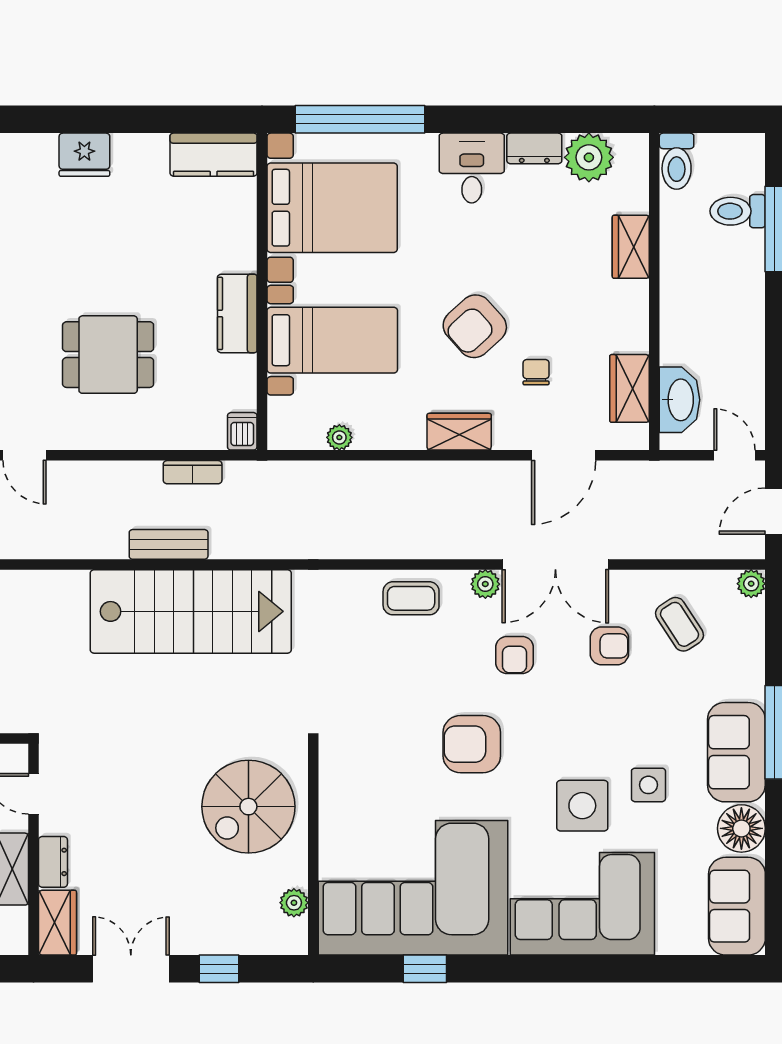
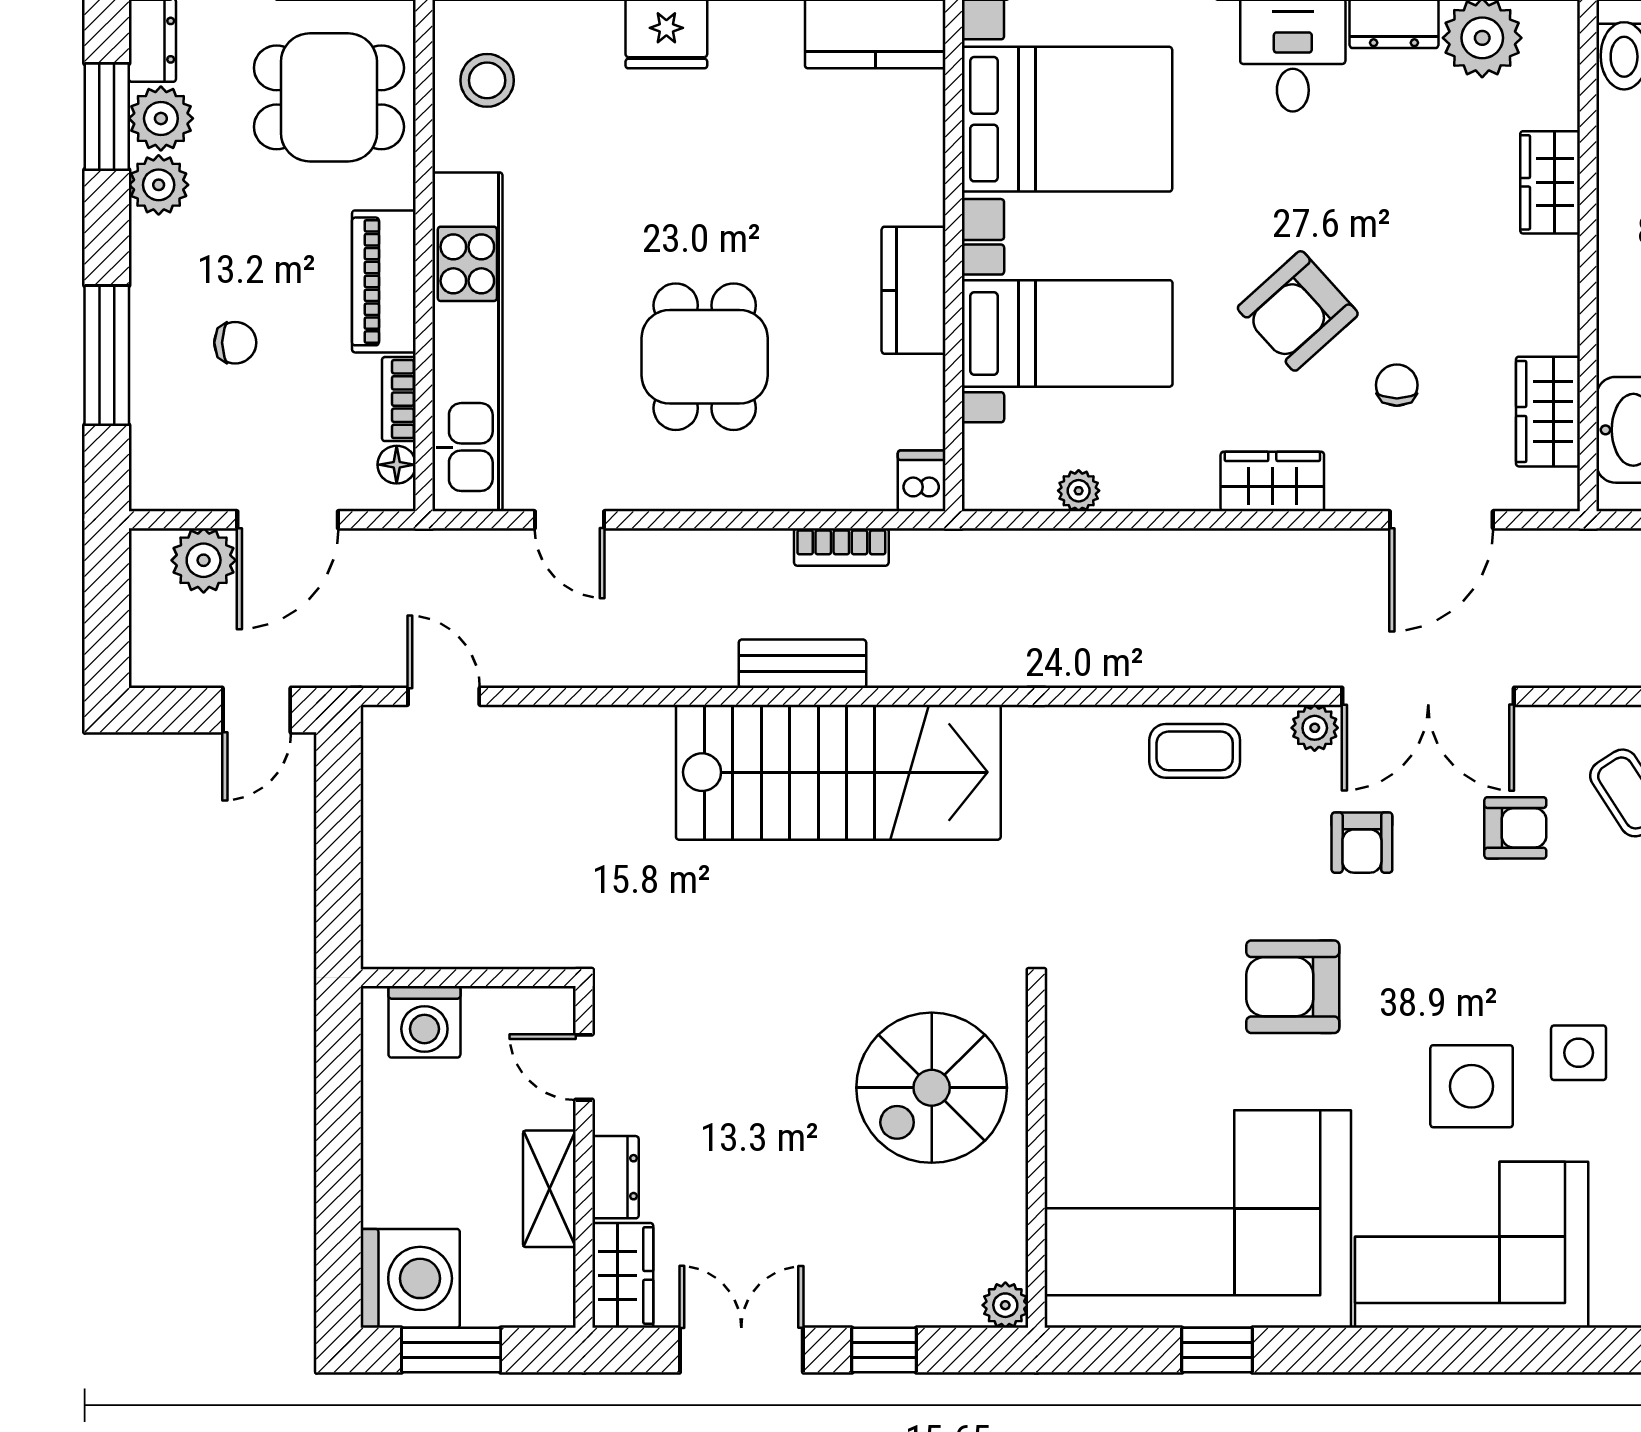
dining table: (108, 355) -> (705, 357), turned 90
plant: (294, 903) -> (1005, 1305), moved

